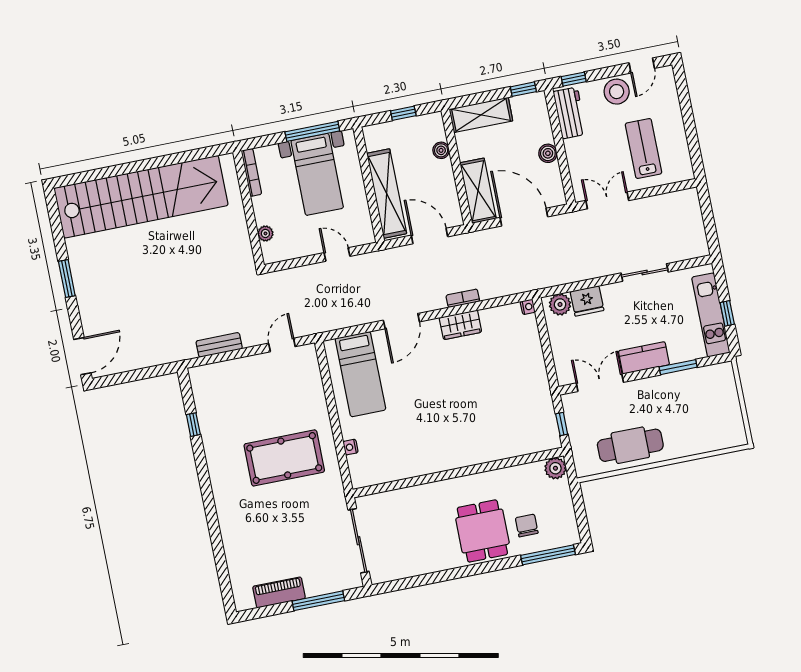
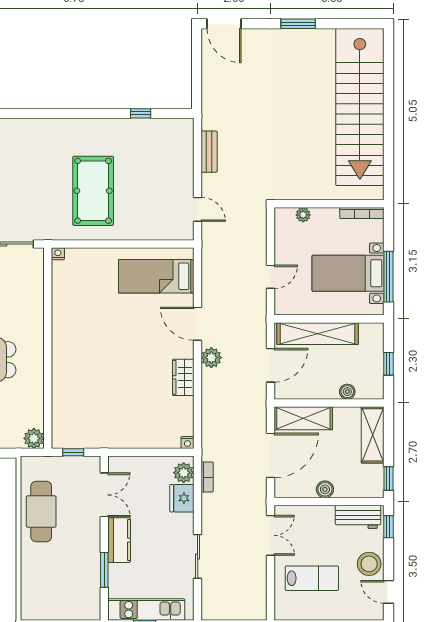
bookcase: (463, 298) -> (207, 477), moved
plant: (434, 299) -> (211, 358), added
nightstand: (351, 447) -> (58, 254), moved

